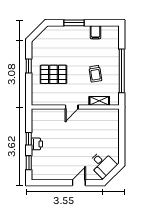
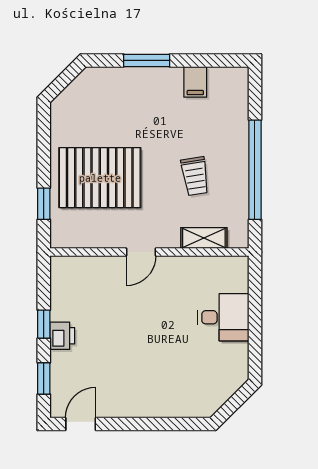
window: (29, 66) -> (44, 204), moved
pallet: (53, 74) -> (100, 178), width x1.37, depth x1.41
desk: (102, 164) -> (223, 317), moved, turned -45
door: (79, 183) -> (81, 424), moved

